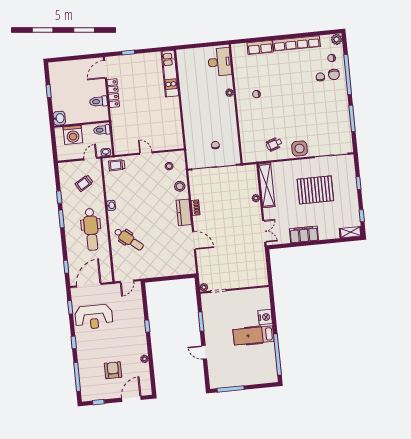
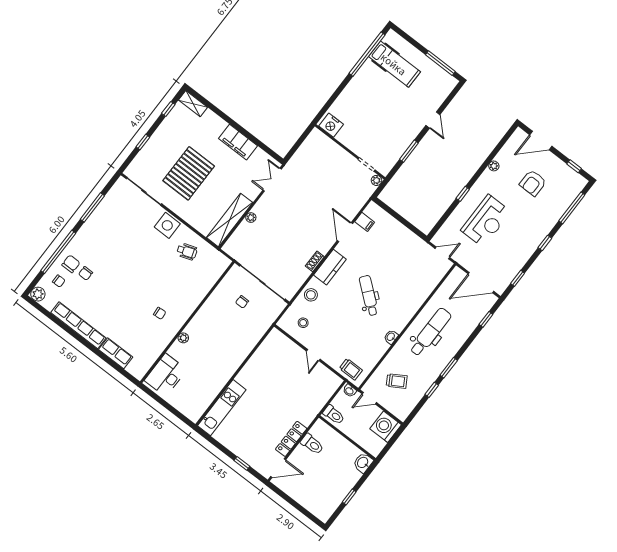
washing machine: (73, 135) -> (386, 427), moved, turned -90
pallet: (315, 190) -> (189, 173), turned 90
dental chair: (129, 239) -> (369, 296), moved
filing cabinet: (188, 257) -> (365, 222), added
reception desk: (94, 317) -> (486, 221), moved, turned 90
nightstand: (265, 317) -> (331, 125), moved, turned -90
hospital bed: (254, 335) -> (394, 64), moved

